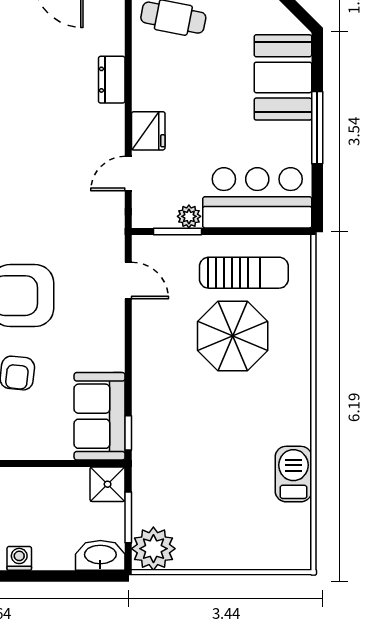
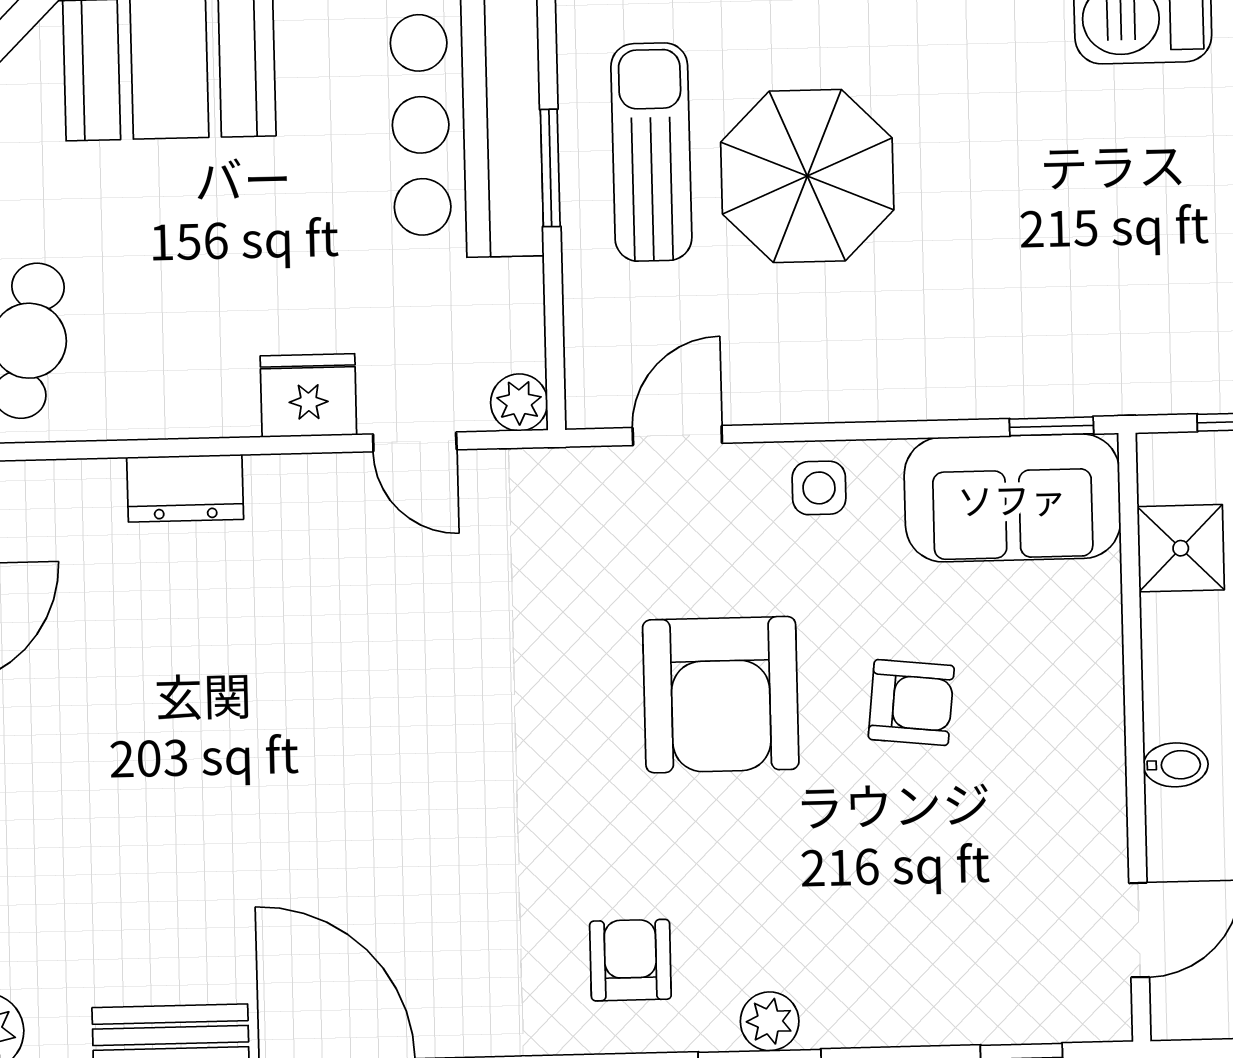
plant: (189, 216) -> (519, 402), moved
window: (177, 231) -> (550, 168), moved
side table: (106, 338) -> (819, 488), added
shower: (108, 484) -> (1181, 548), moved

